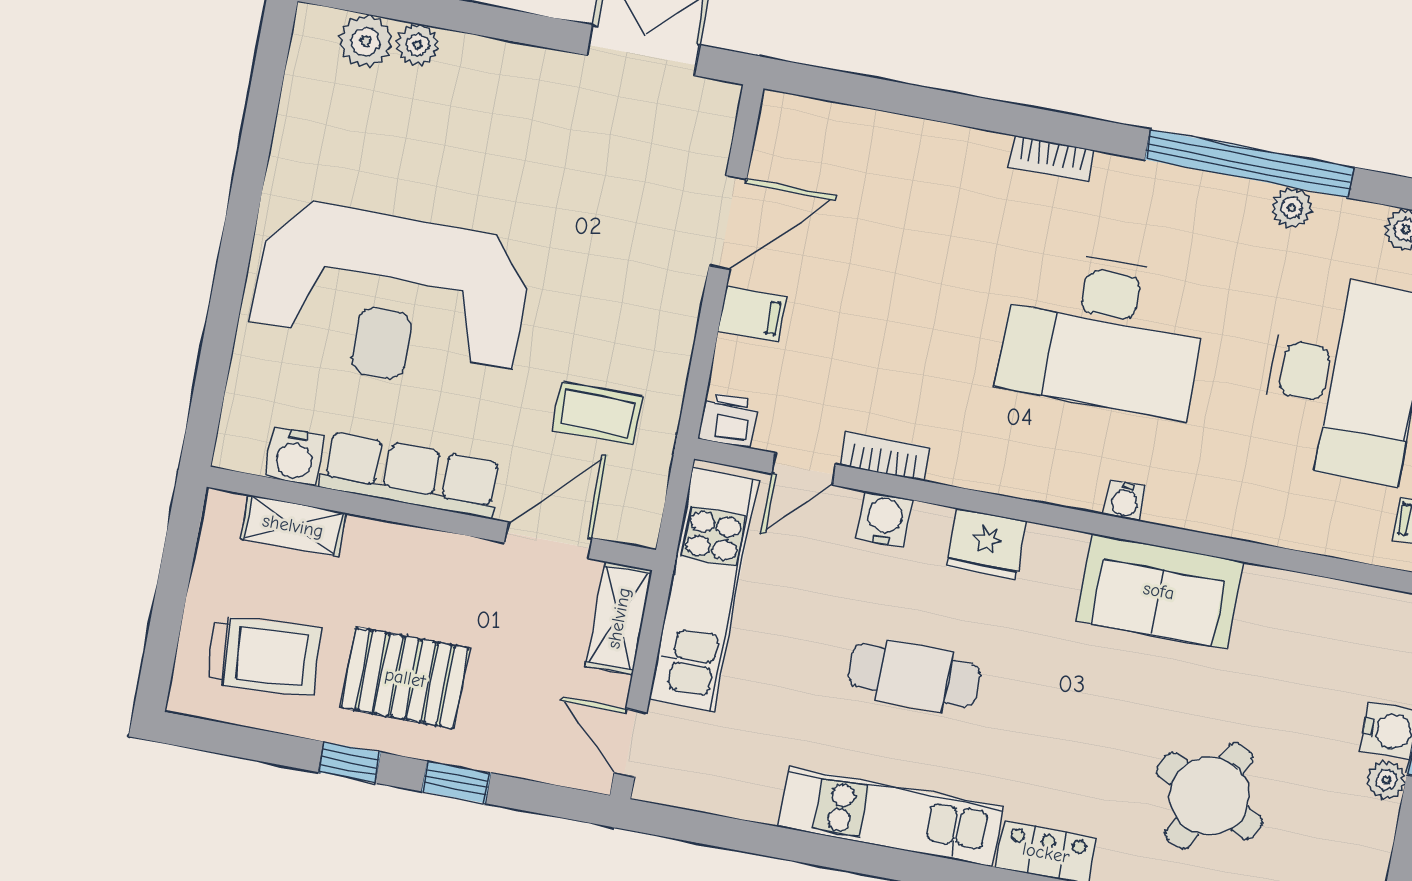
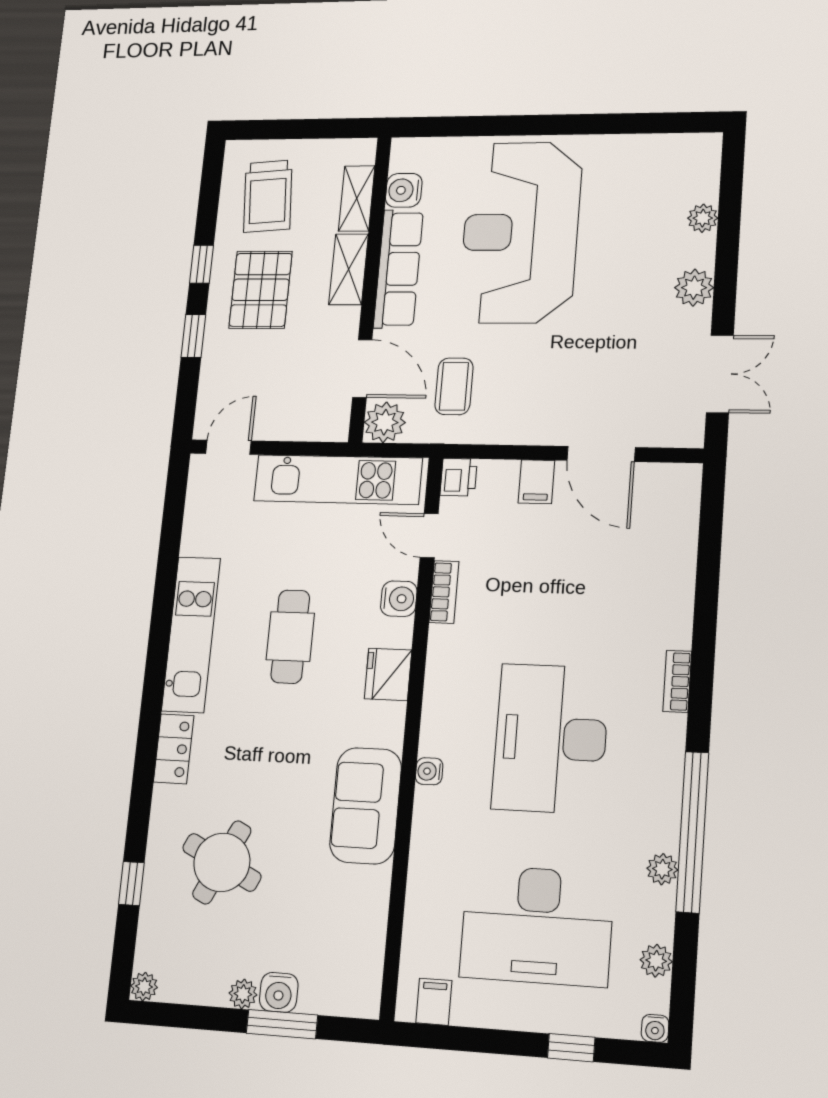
plant: (365, 41) -> (694, 288), moved
plant: (632, 516) -> (385, 422), added
shelving: (619, 618) -> (349, 269), moved, turned 90

